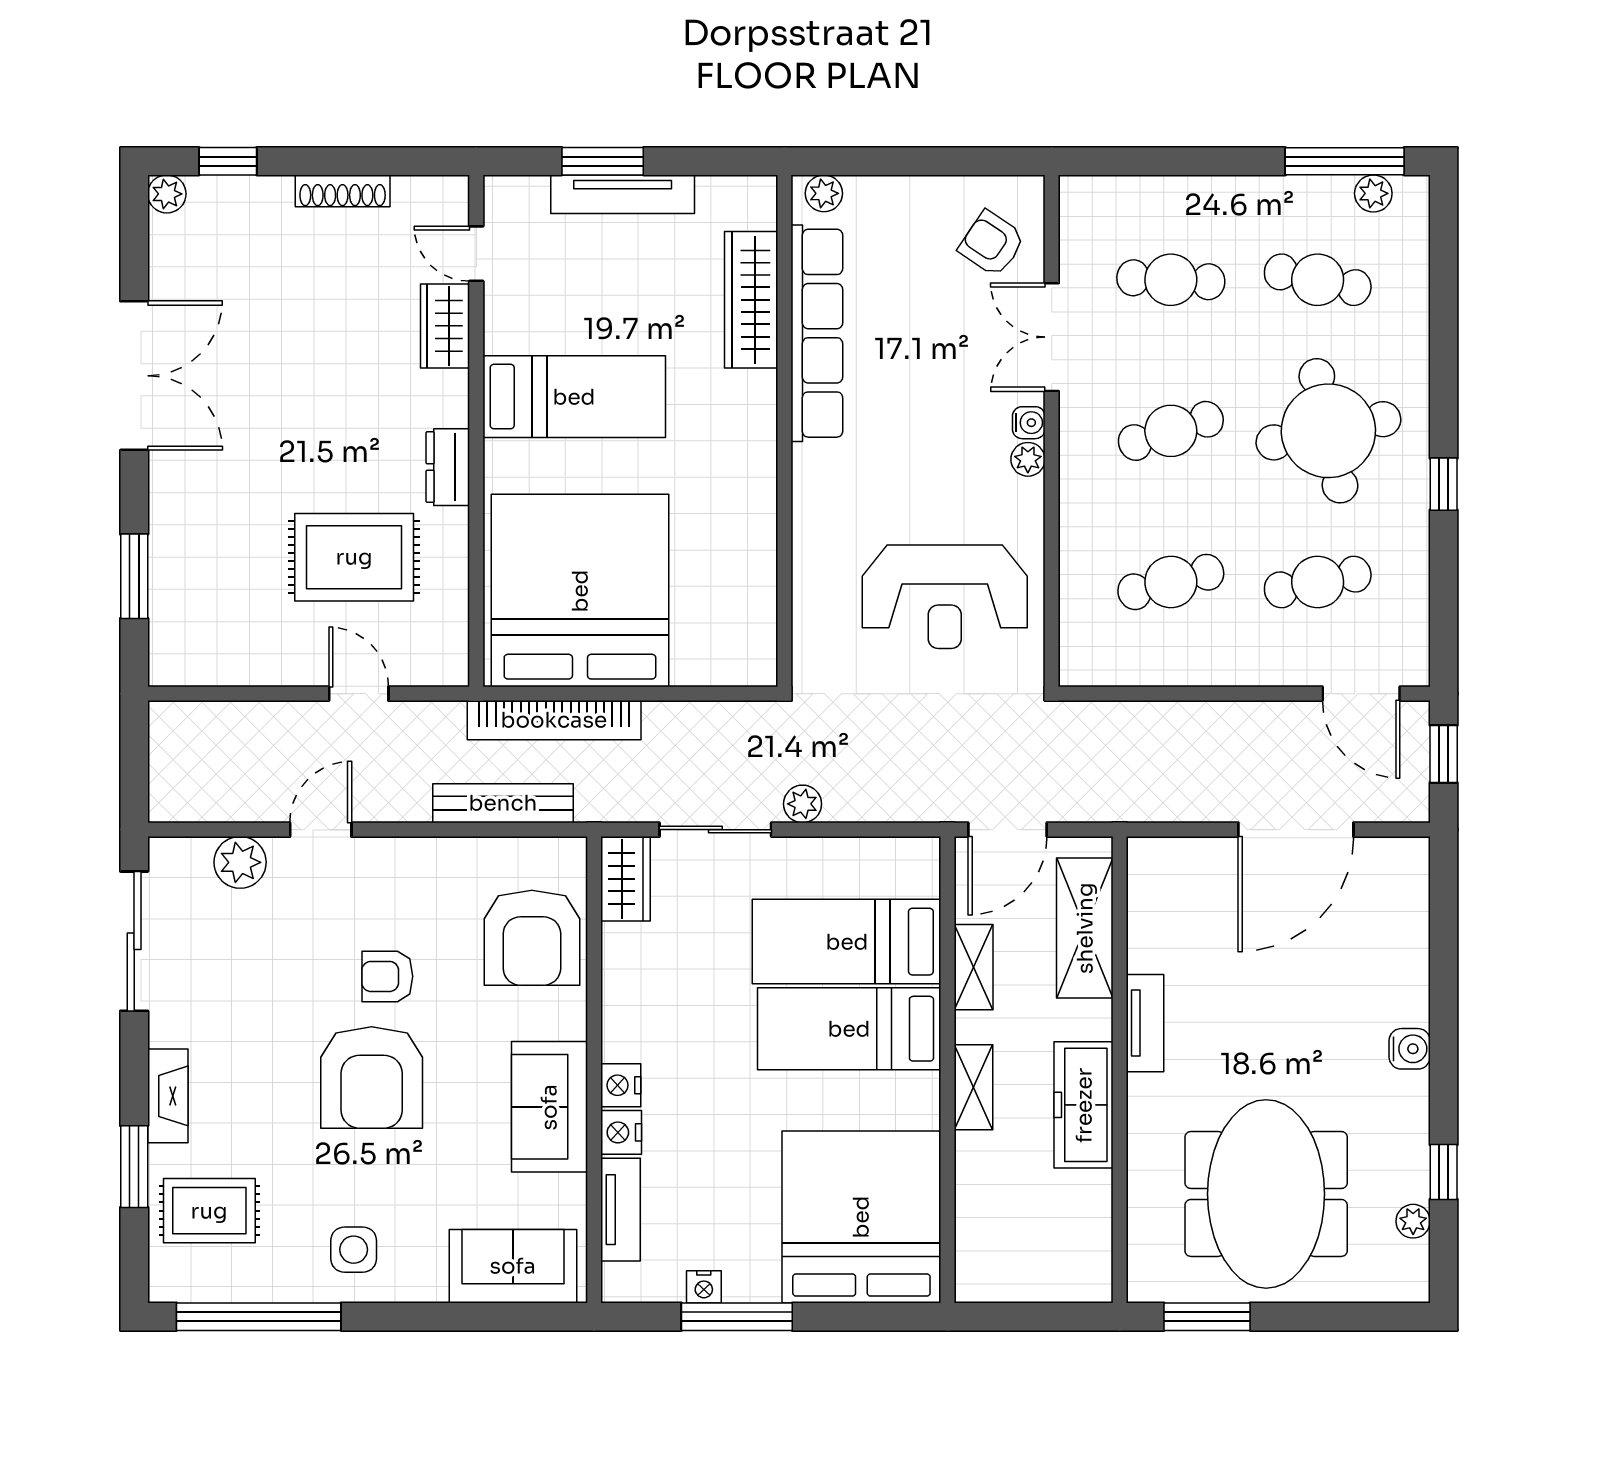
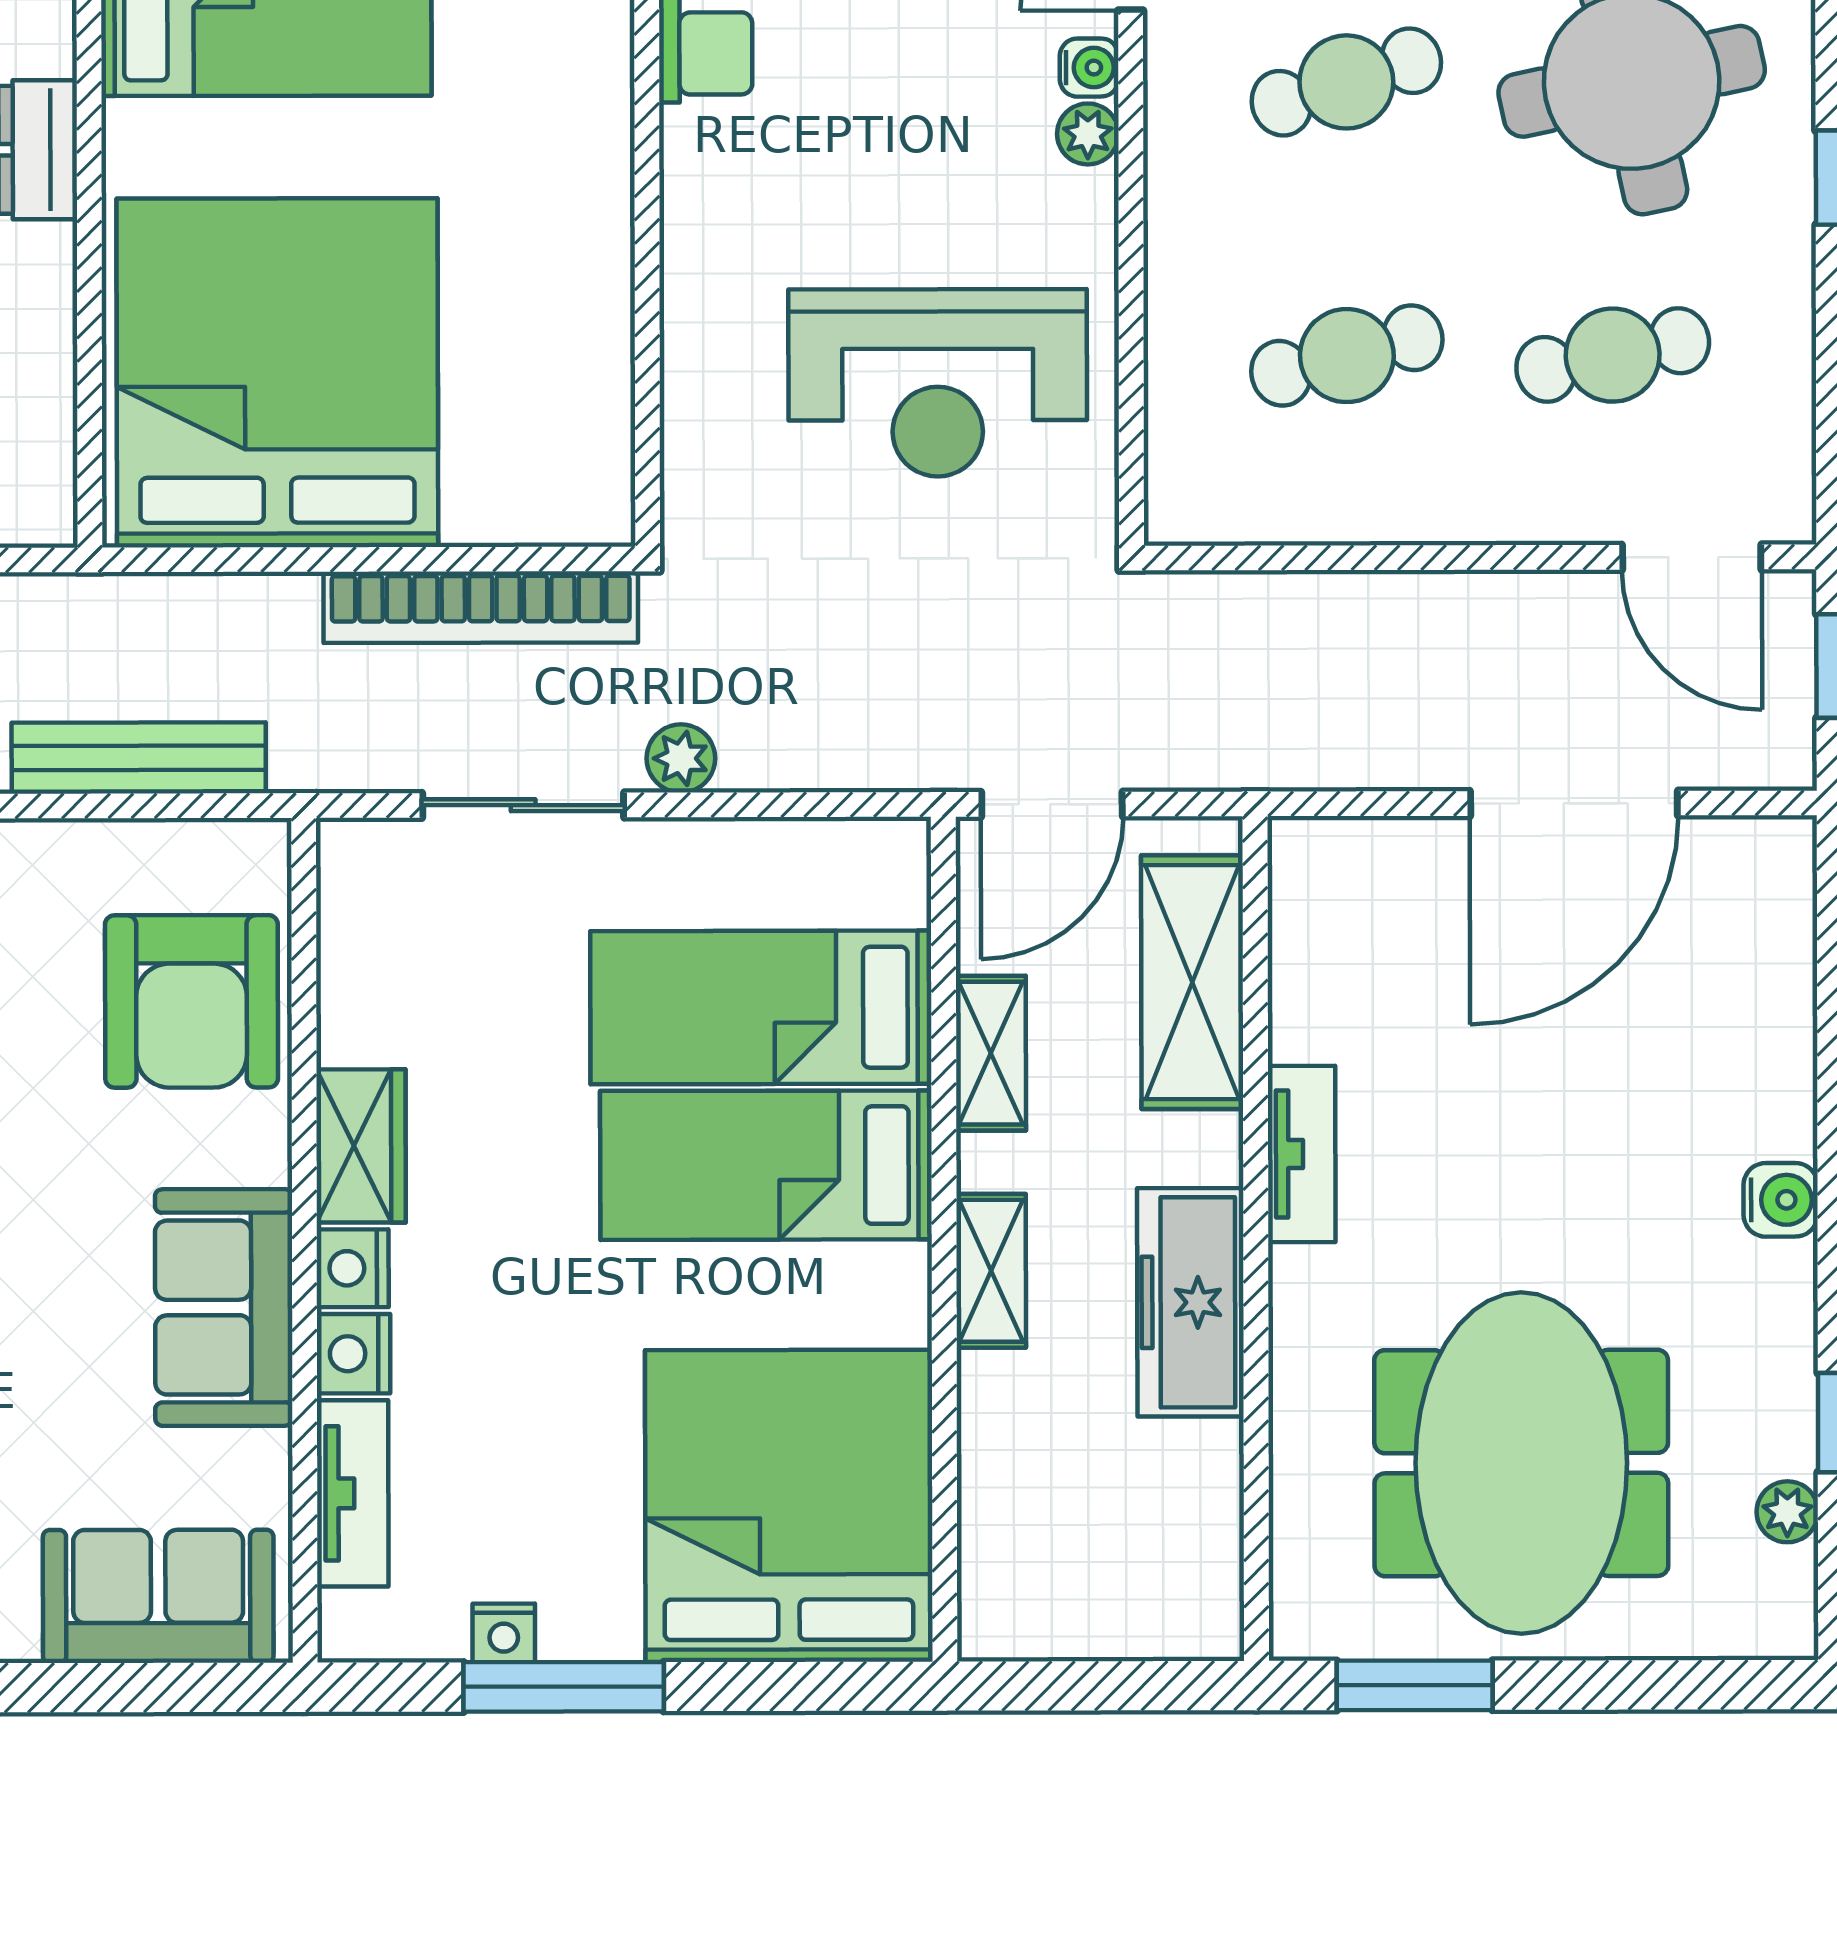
bookcase: (554, 720) -> (481, 607), moved
wardrobe: (625, 879) -> (361, 1146), moved

